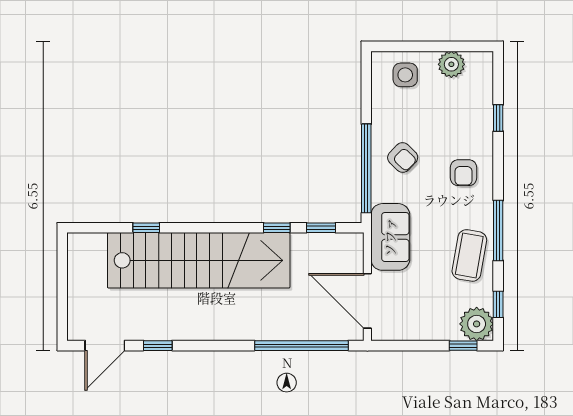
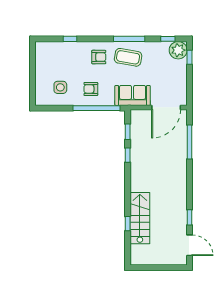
plant: (451, 64) -> (42, 63), removed
side table: (405, 75) -> (60, 87), moved
armchair: (403, 157) -> (91, 89), turned -134
coffee table: (469, 255) -> (128, 57), moved
stairs: (199, 260) -> (140, 218), width x0.54, depth x0.66
window: (301, 346) -> (190, 142), width x0.68

